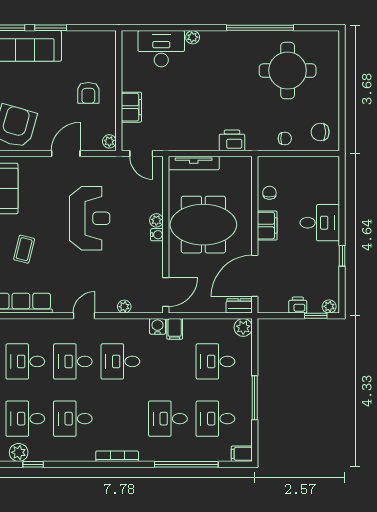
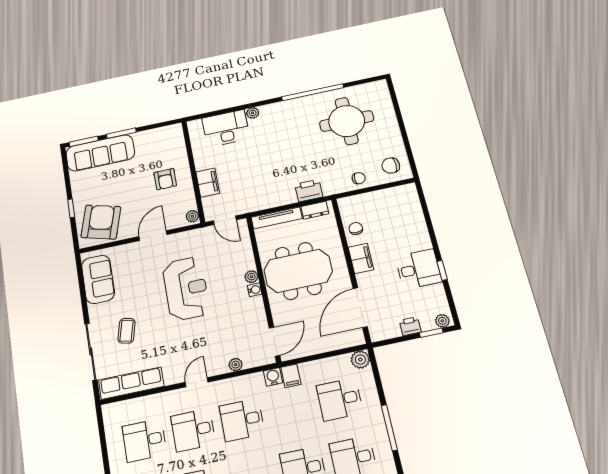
desk: (320, 223) -> (418, 269), moved
dresser: (239, 306) -> (315, 210), moved, turned 180

